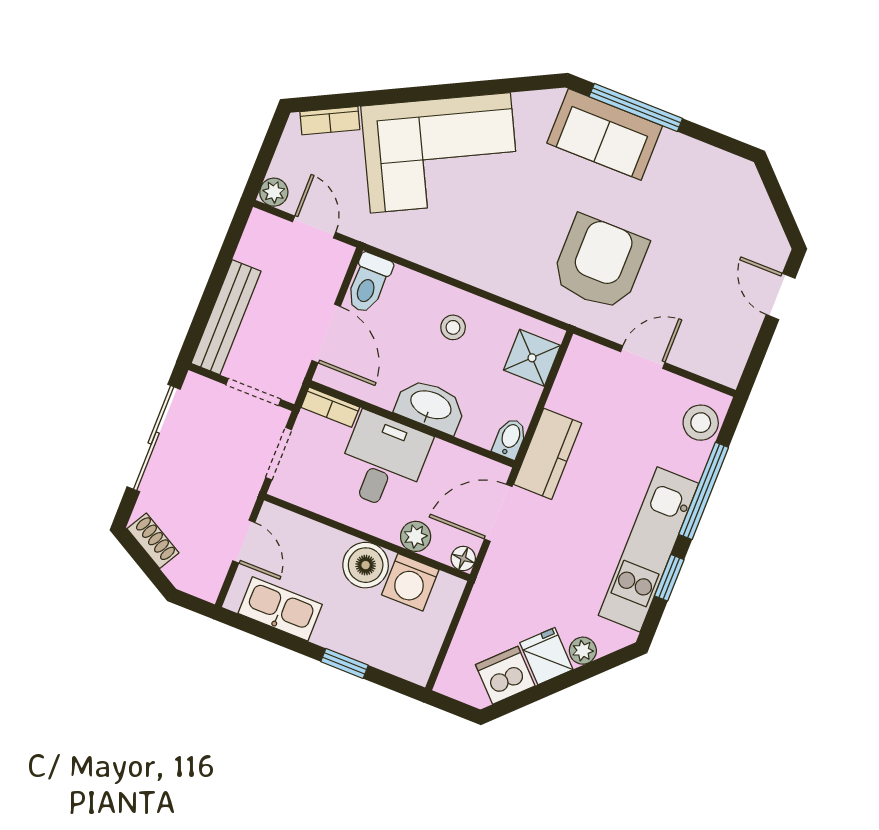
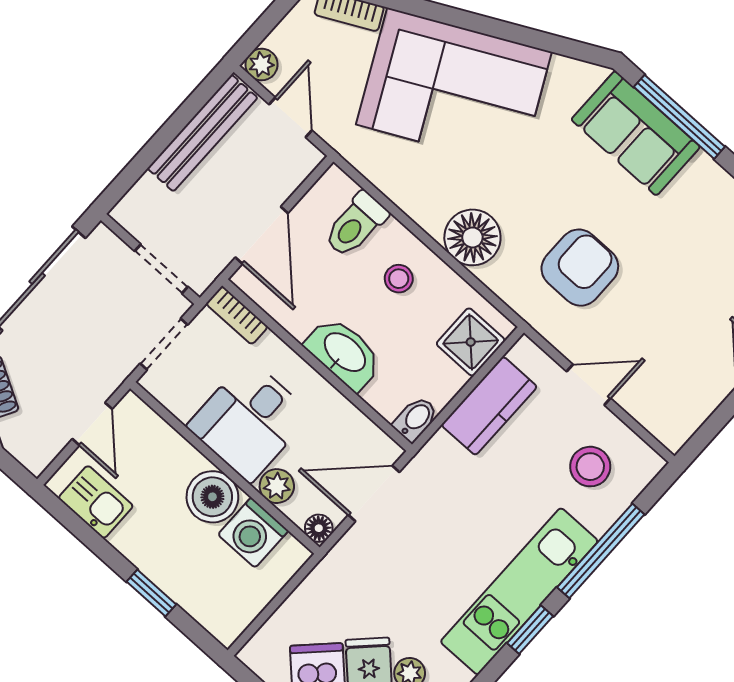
armchair: (600, 263) -> (580, 268), width x0.73, depth x0.73
floor lamp: (501, 271) -> (472, 237), added
toilet: (369, 283) -> (356, 225), moved
bench: (226, 317) -> (202, 133), moved
stool: (701, 423) -> (590, 467), moved
kitchen counter: (548, 454) -> (489, 406), moved
desk: (383, 461) -> (249, 421), moved, turned 180
kitchen sink: (280, 609) -> (96, 502), width x0.73

